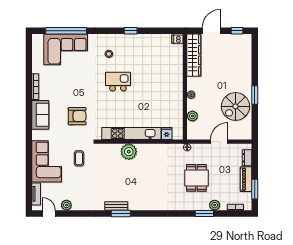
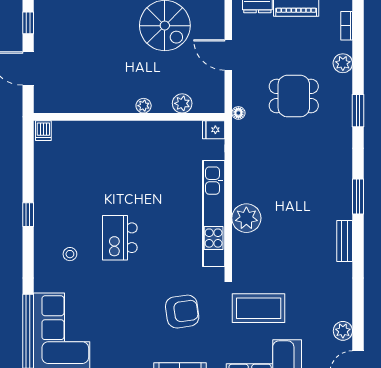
wardrobe: (194, 55) -> (72, 101), removed
armchair: (77, 116) -> (182, 312), turned 82
fridge: (167, 133) -> (214, 130), moved
coffee table: (79, 158) -> (259, 308), width x1.86, depth x1.72
window: (121, 213) -> (358, 196), moved
window: (204, 213) -> (358, 111), moved

